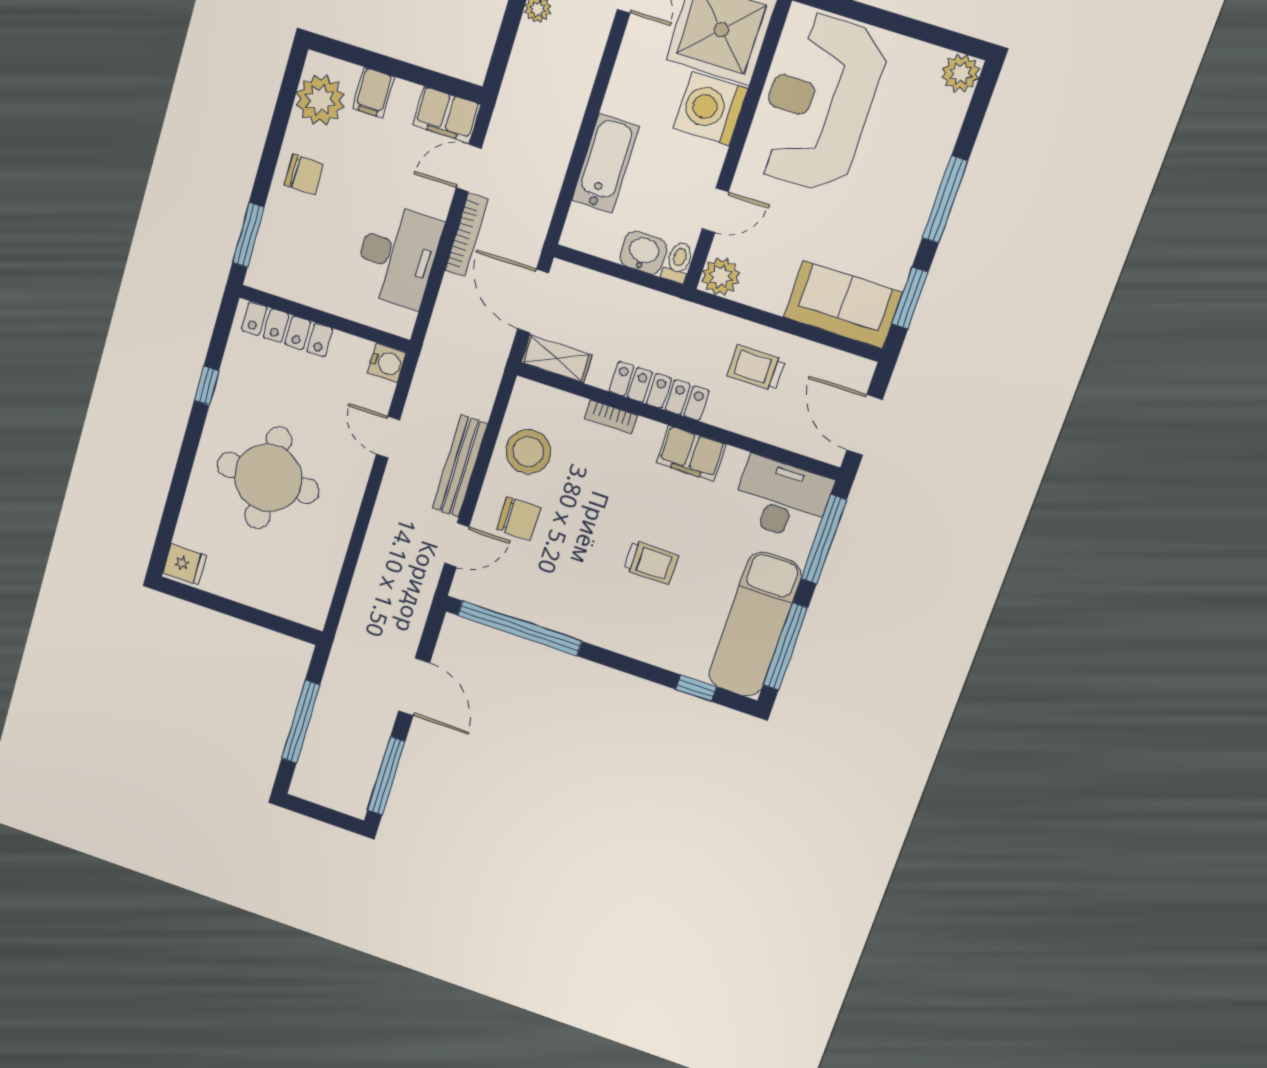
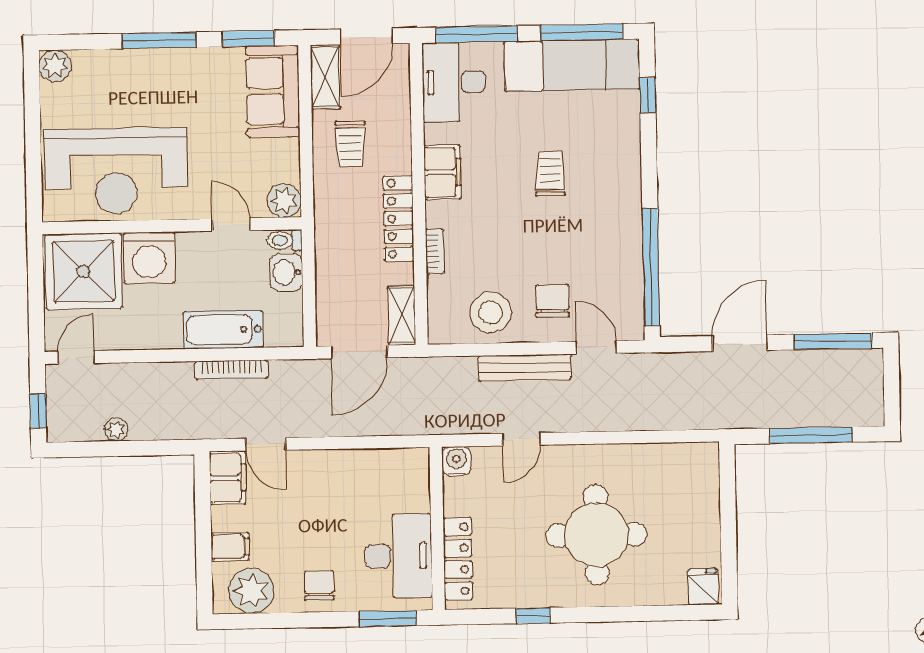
bookcase: (466, 235) -> (231, 370), moved, turned 180
desk: (397, 256) -> (398, 556), moved, turned 90
shelving: (837, 366) -> (325, 77), added

